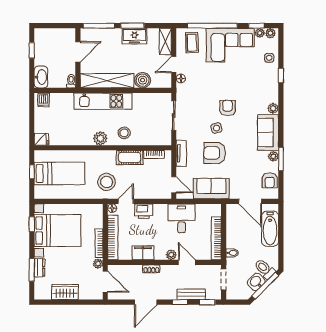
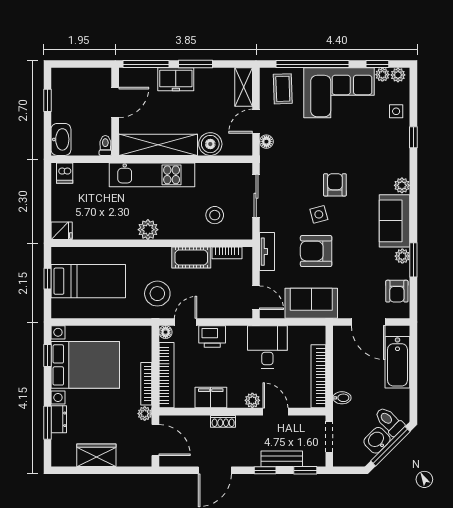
freezer: (134, 36) -> (176, 79), moved
stool: (124, 133) -> (215, 215), moved

